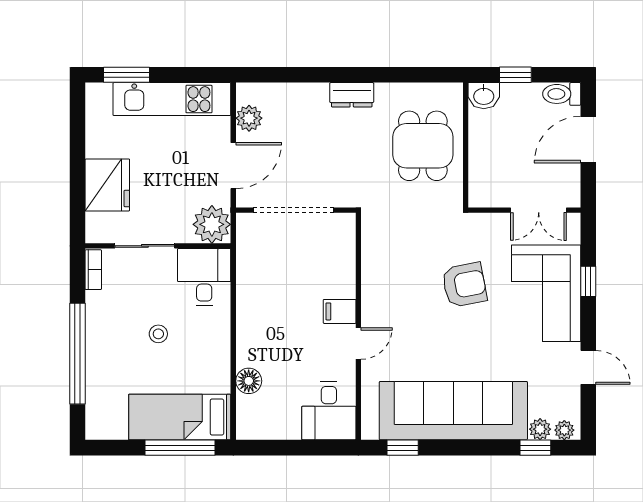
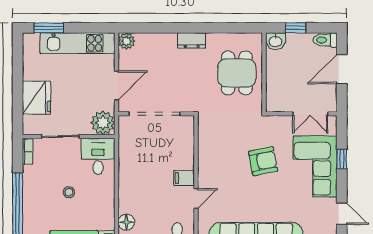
plant: (249, 118) -> (126, 41), moved

